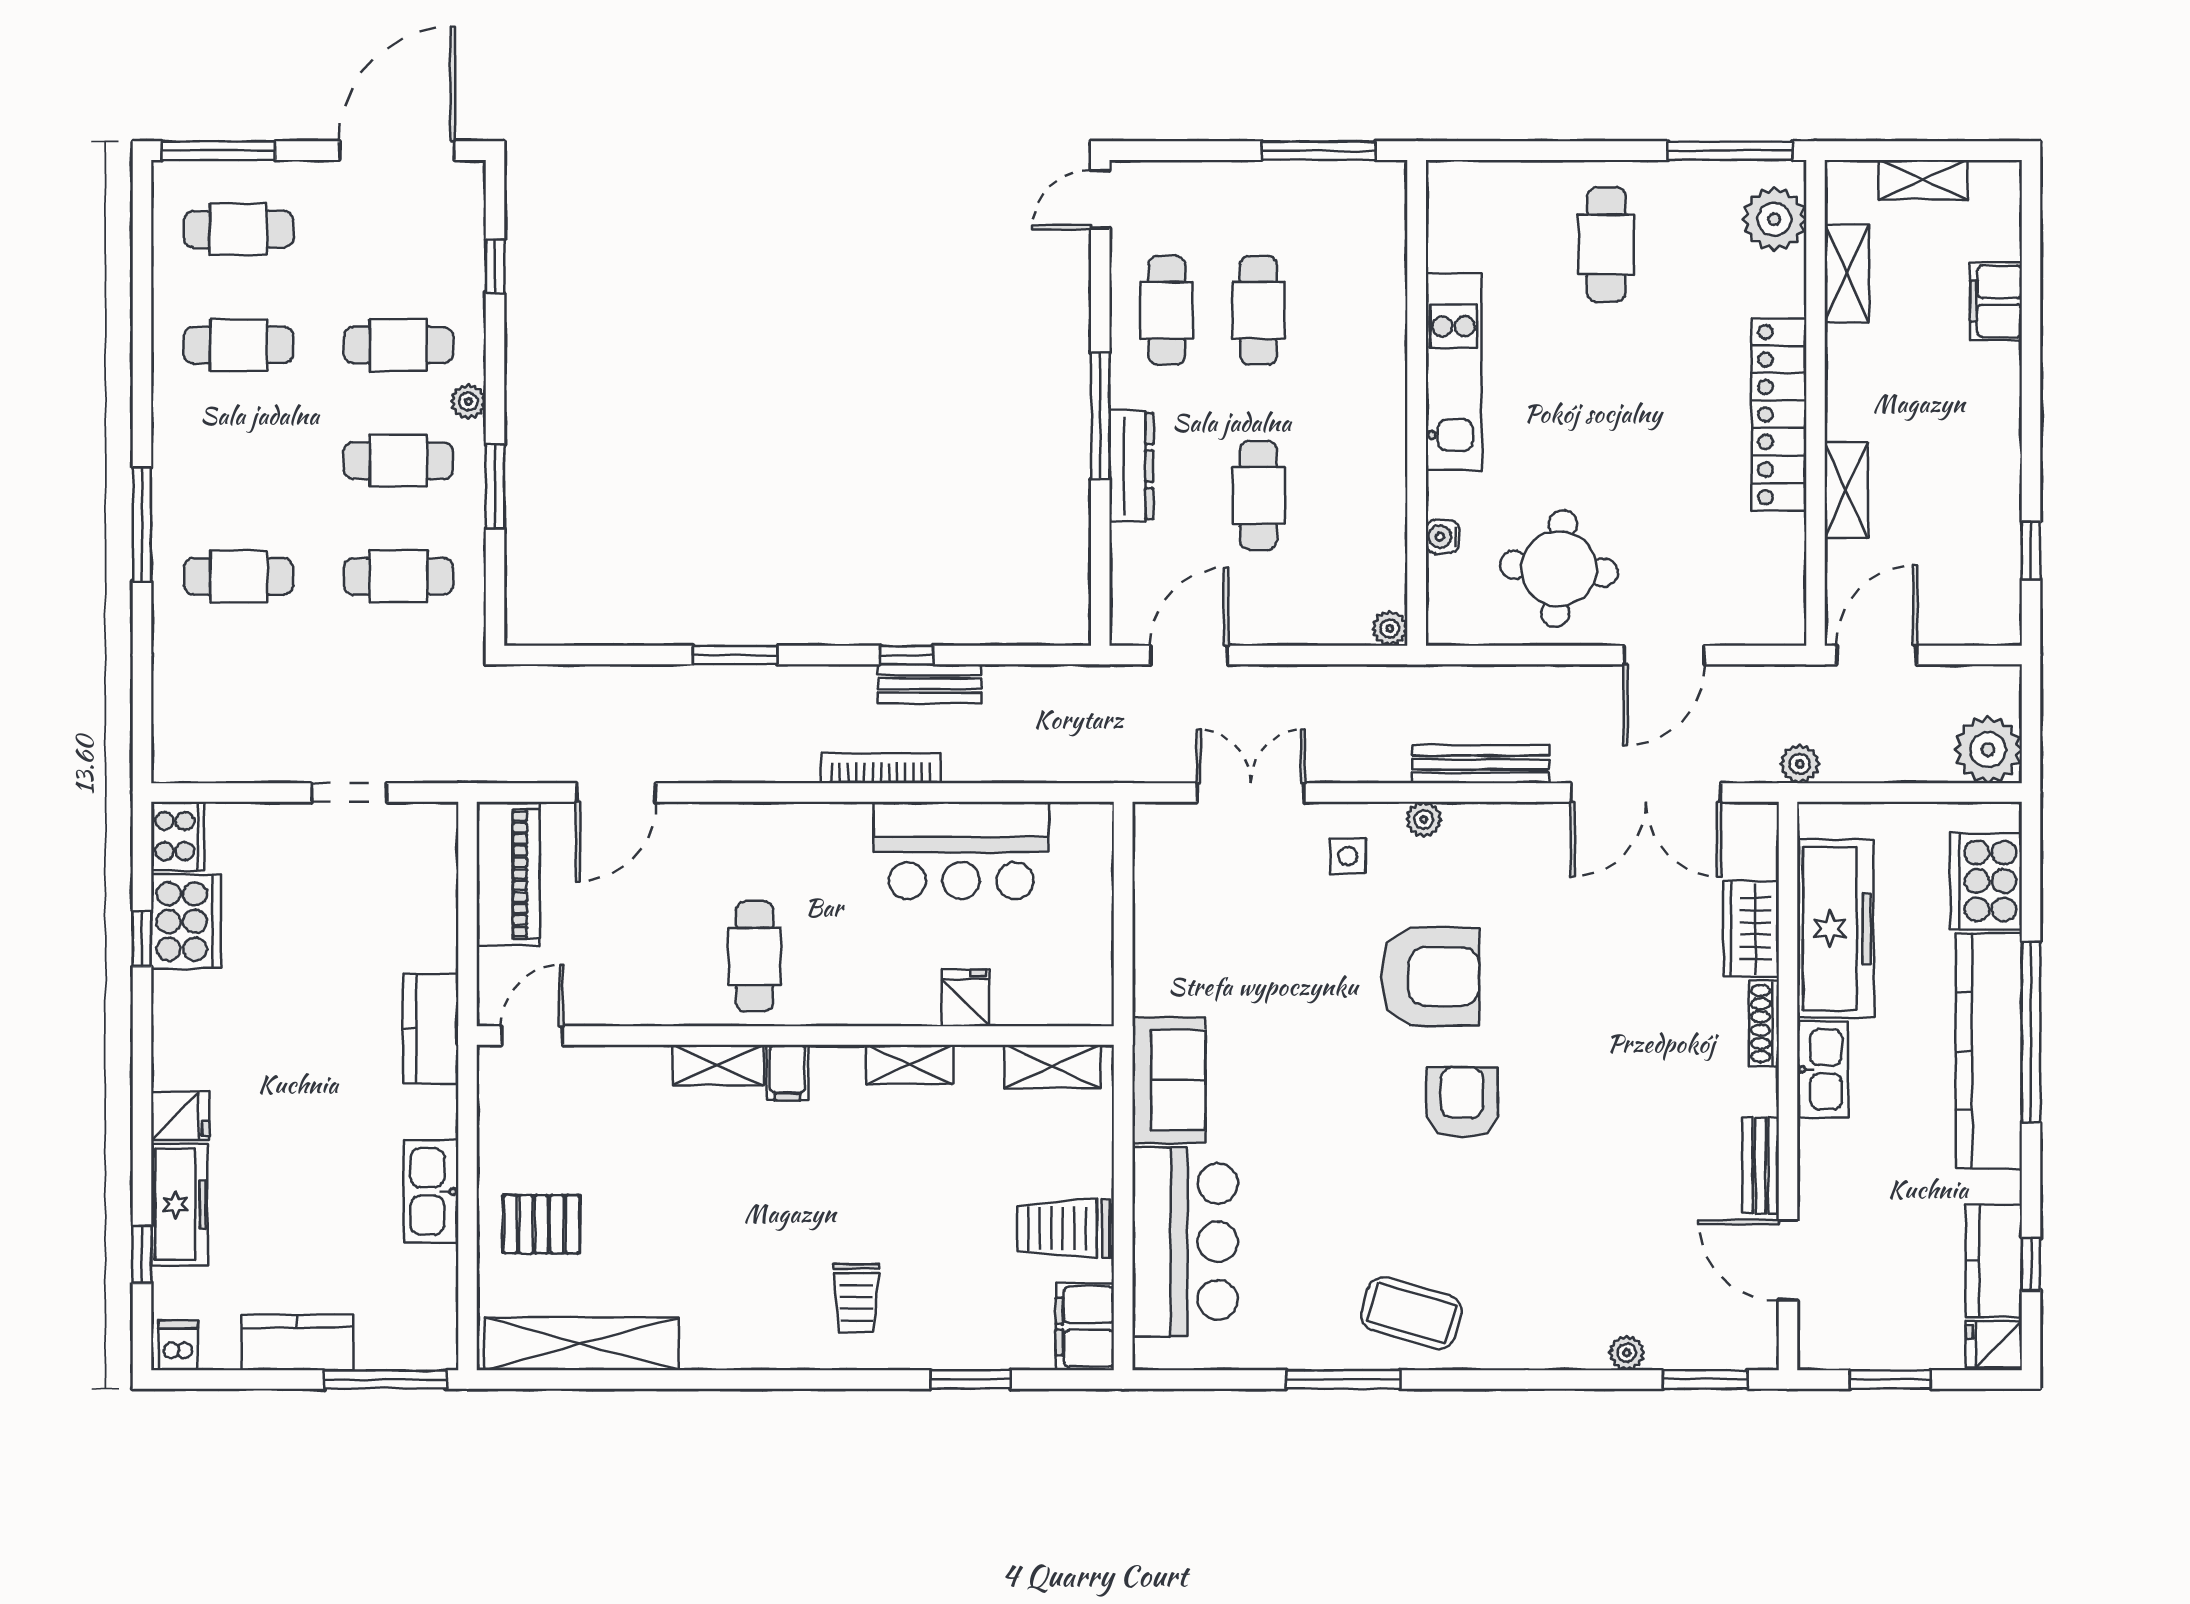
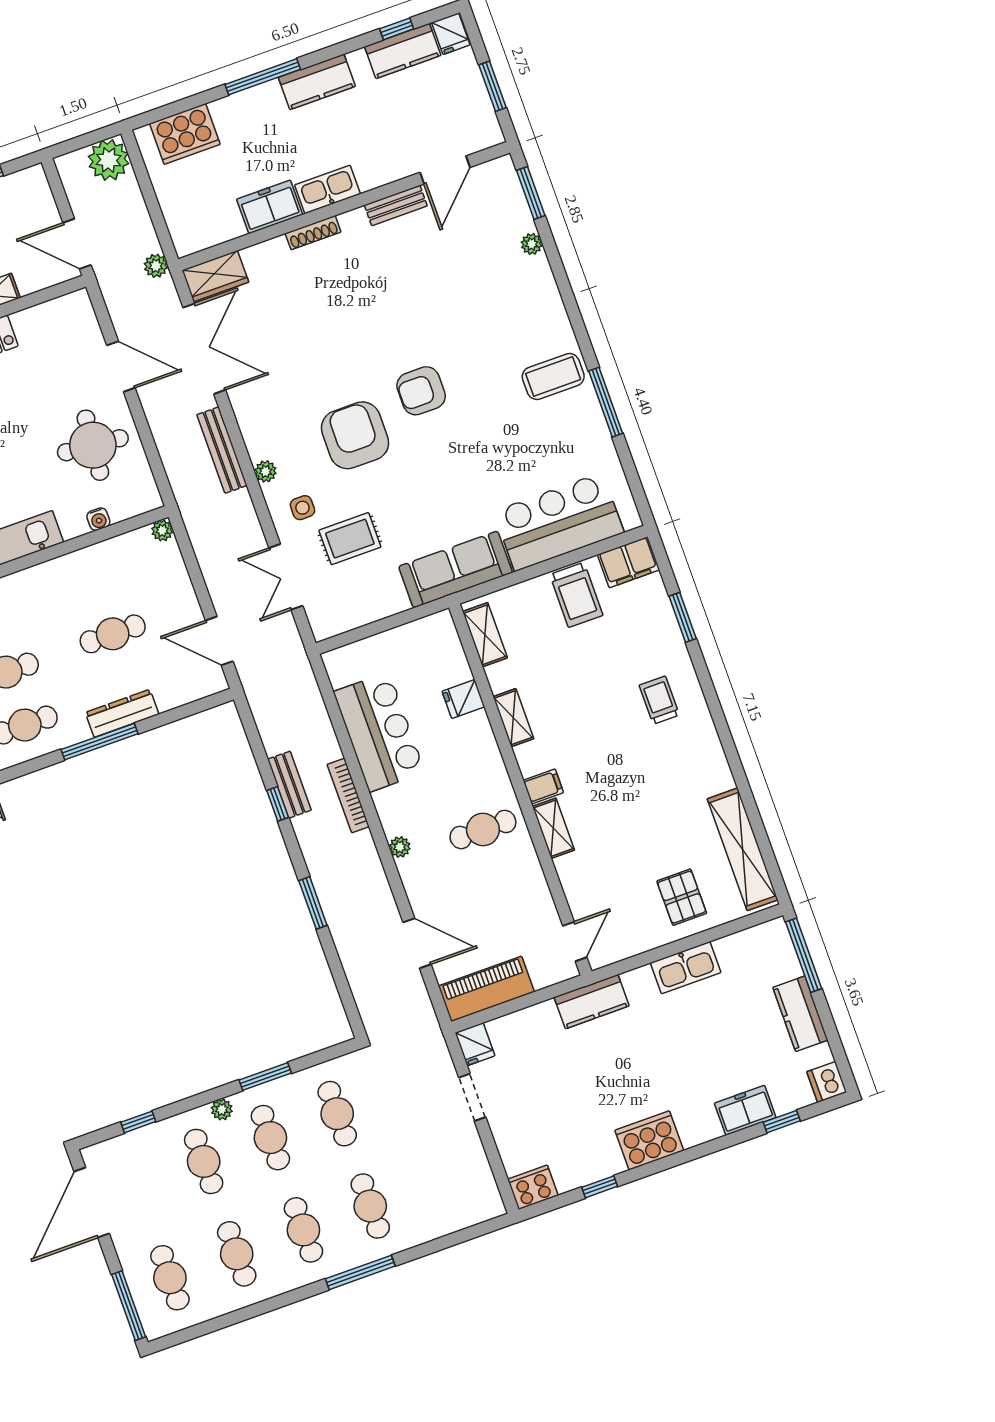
door: (397, 151) -> (92, 1202), hinge flipped
cafe table: (239, 461) -> (303, 1230), added
plant: (773, 819) -> (400, 847), added
rug: (1274, 912) -> (350, 539), added
cooker: (186, 921) -> (649, 1140), moved
wardrobe: (1751, 929) -> (215, 276), moved
freezer: (1835, 929) -> (270, 207), width x0.52, depth x0.79
window: (2031, 1032) -> (263, 77), width x0.68
door: (532, 1036) -> (575, 942), swing flipped
kitchen counter: (1989, 1051) -> (317, 82), width x0.48, depth x0.86
sofa: (1169, 1080) -> (456, 569), width x1.36
fridge: (180, 1116) -> (475, 1044), moved, turned 180
freezer: (179, 1205) -> (745, 1110), width x0.71
trolley: (856, 1298) -> (659, 700), turned -90
coffee table: (1411, 1313) -> (553, 377), turned 74
dishwasher: (178, 1345) -> (827, 1082), width x1.38

